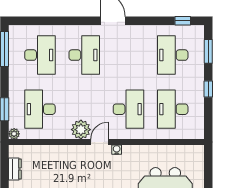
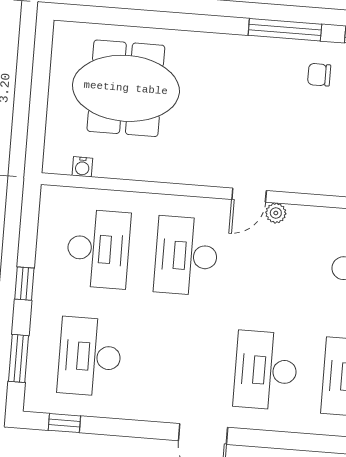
desk: (173, 55) -> (90, 357), turned 180
plant: (81, 130) -> (276, 213), width x0.53, depth x0.53
water cooler: (117, 150) -> (82, 167), moved

